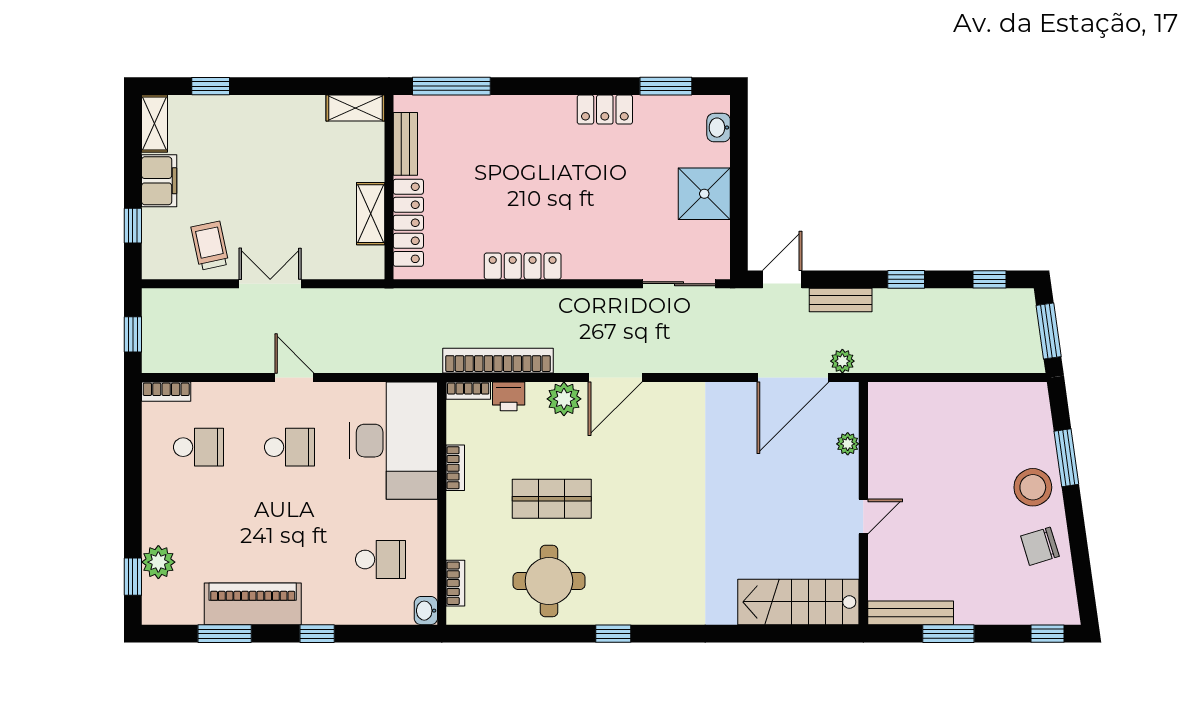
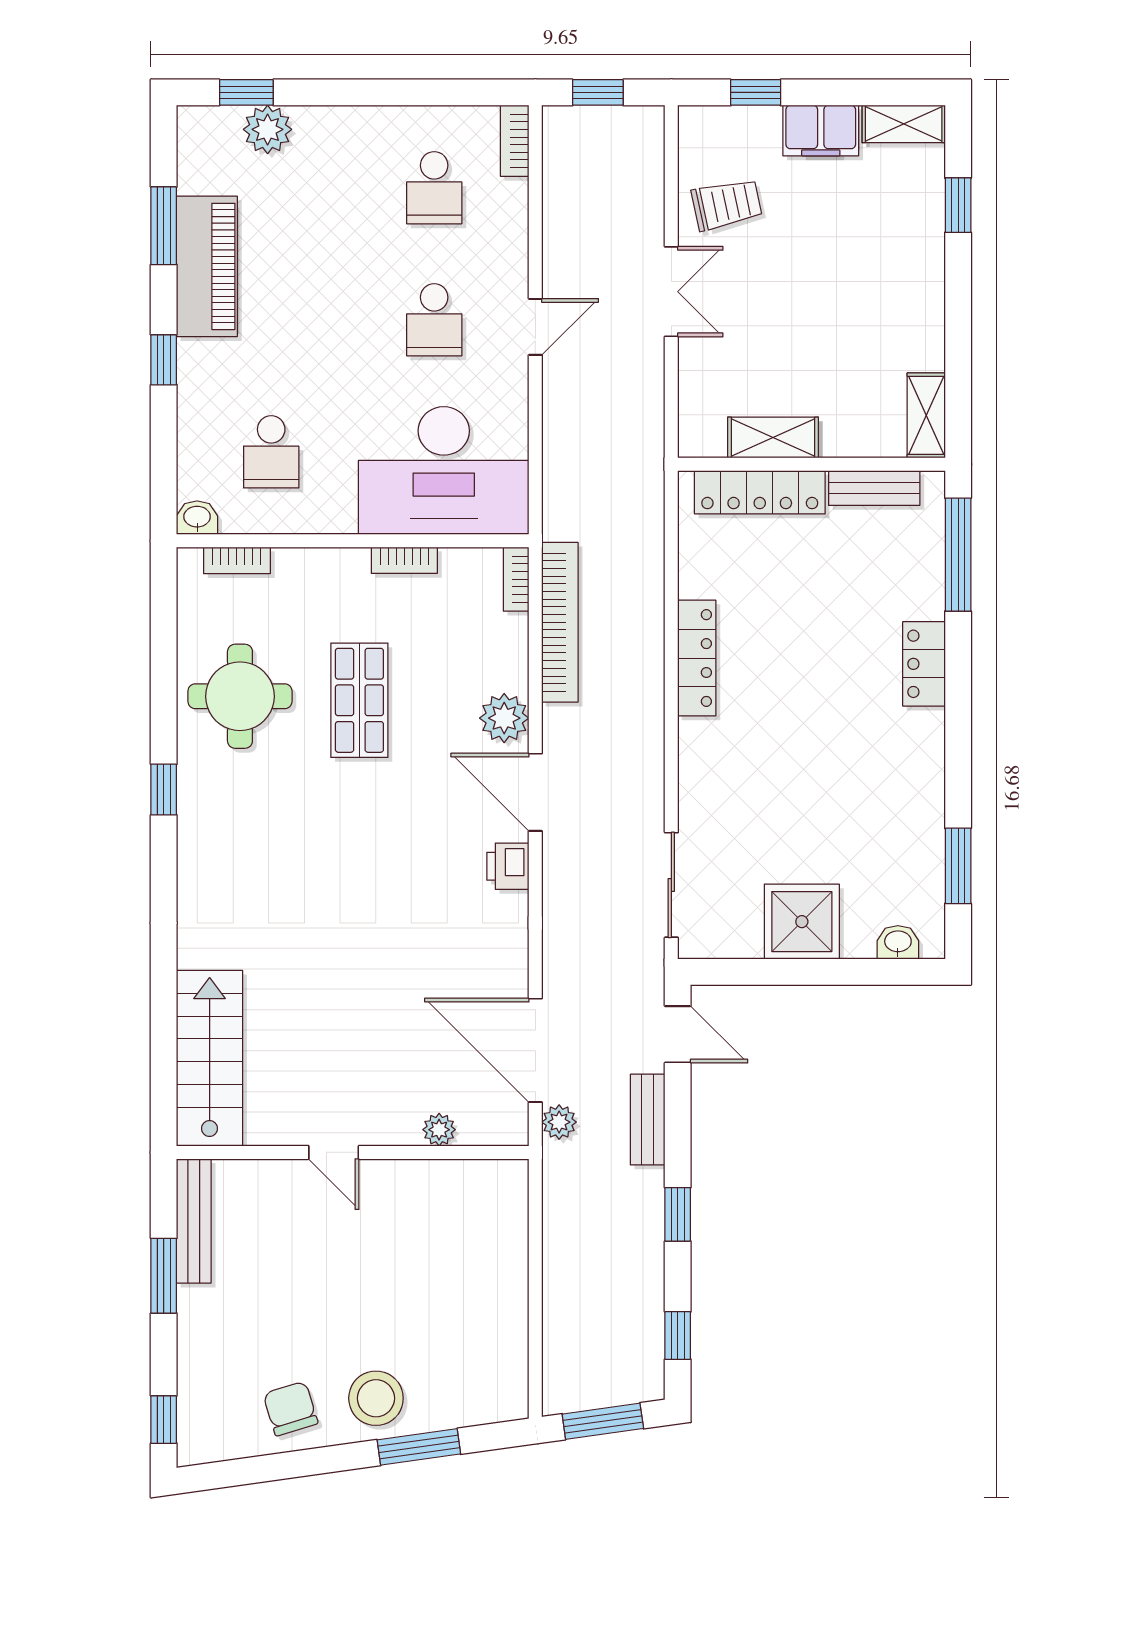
locker: (605, 110) -> (924, 664), moved
printer: (509, 396) -> (508, 866), moved

